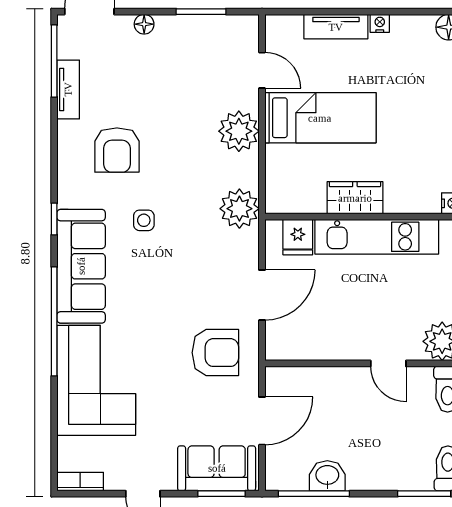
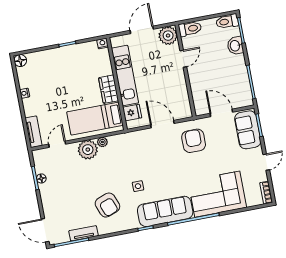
floor lamp: (144, 24) -> (41, 178), moved
tv unit: (336, 27) -> (34, 132), moved
bed: (320, 118) -> (95, 119), moved, turned -90
armchair: (117, 150) -> (107, 205), turned 69
plant: (239, 209) -> (102, 142), moved, width x0.53, depth x0.53
washbasin: (327, 476) -> (235, 46), moved

